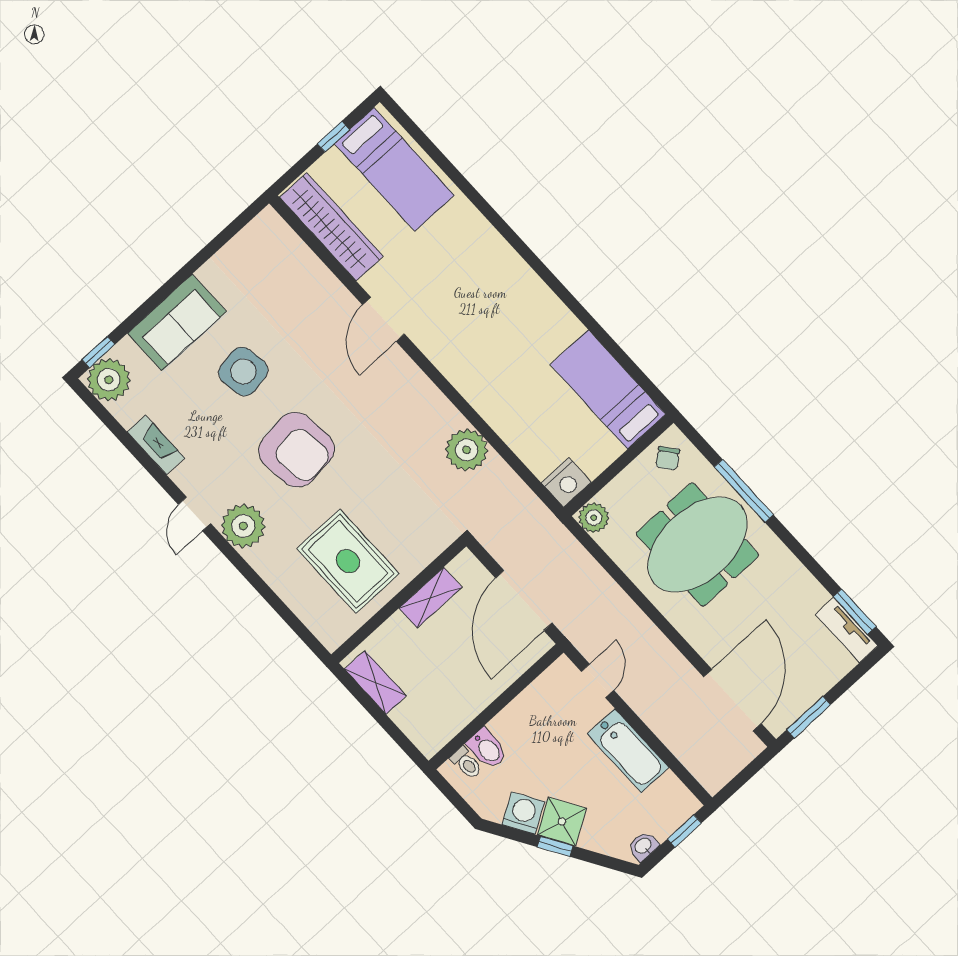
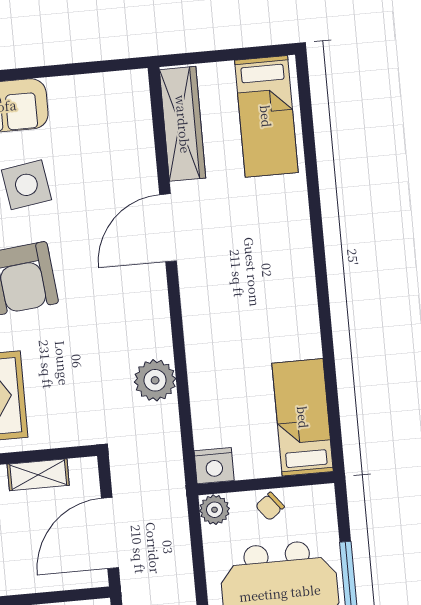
window: (333, 137) -> (238, 54), removed
door: (383, 319) -> (168, 228), width x1.36
chair: (668, 458) -> (270, 506), moved

